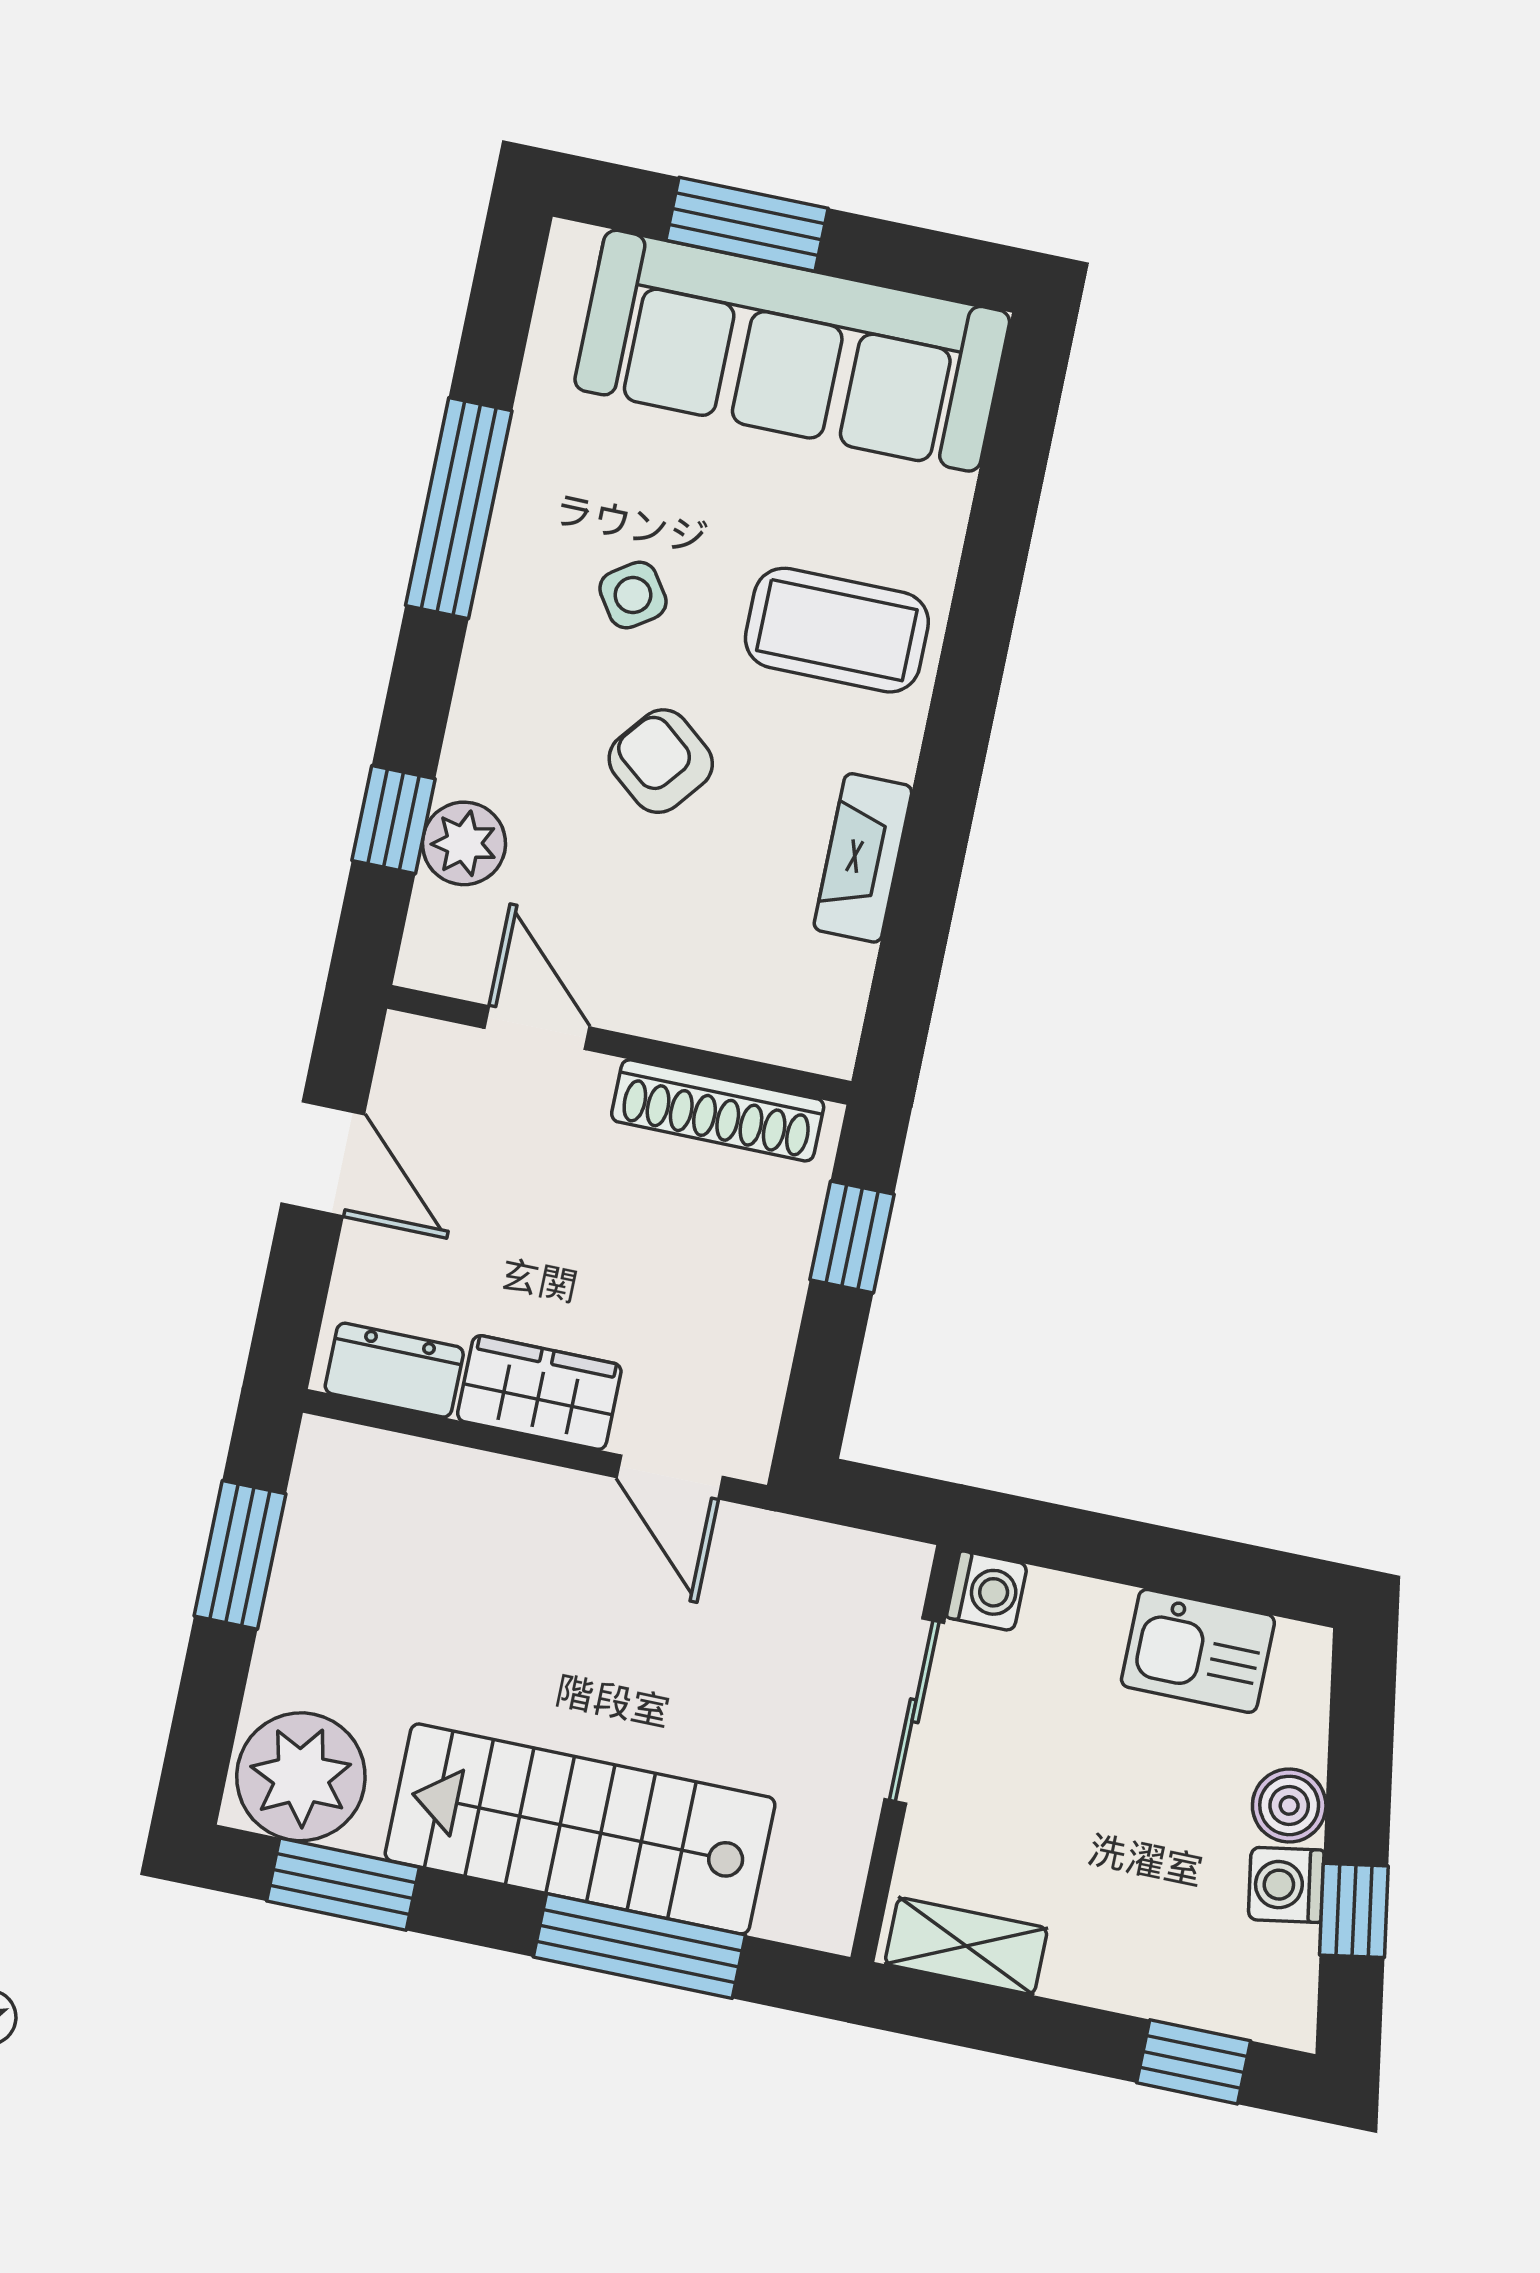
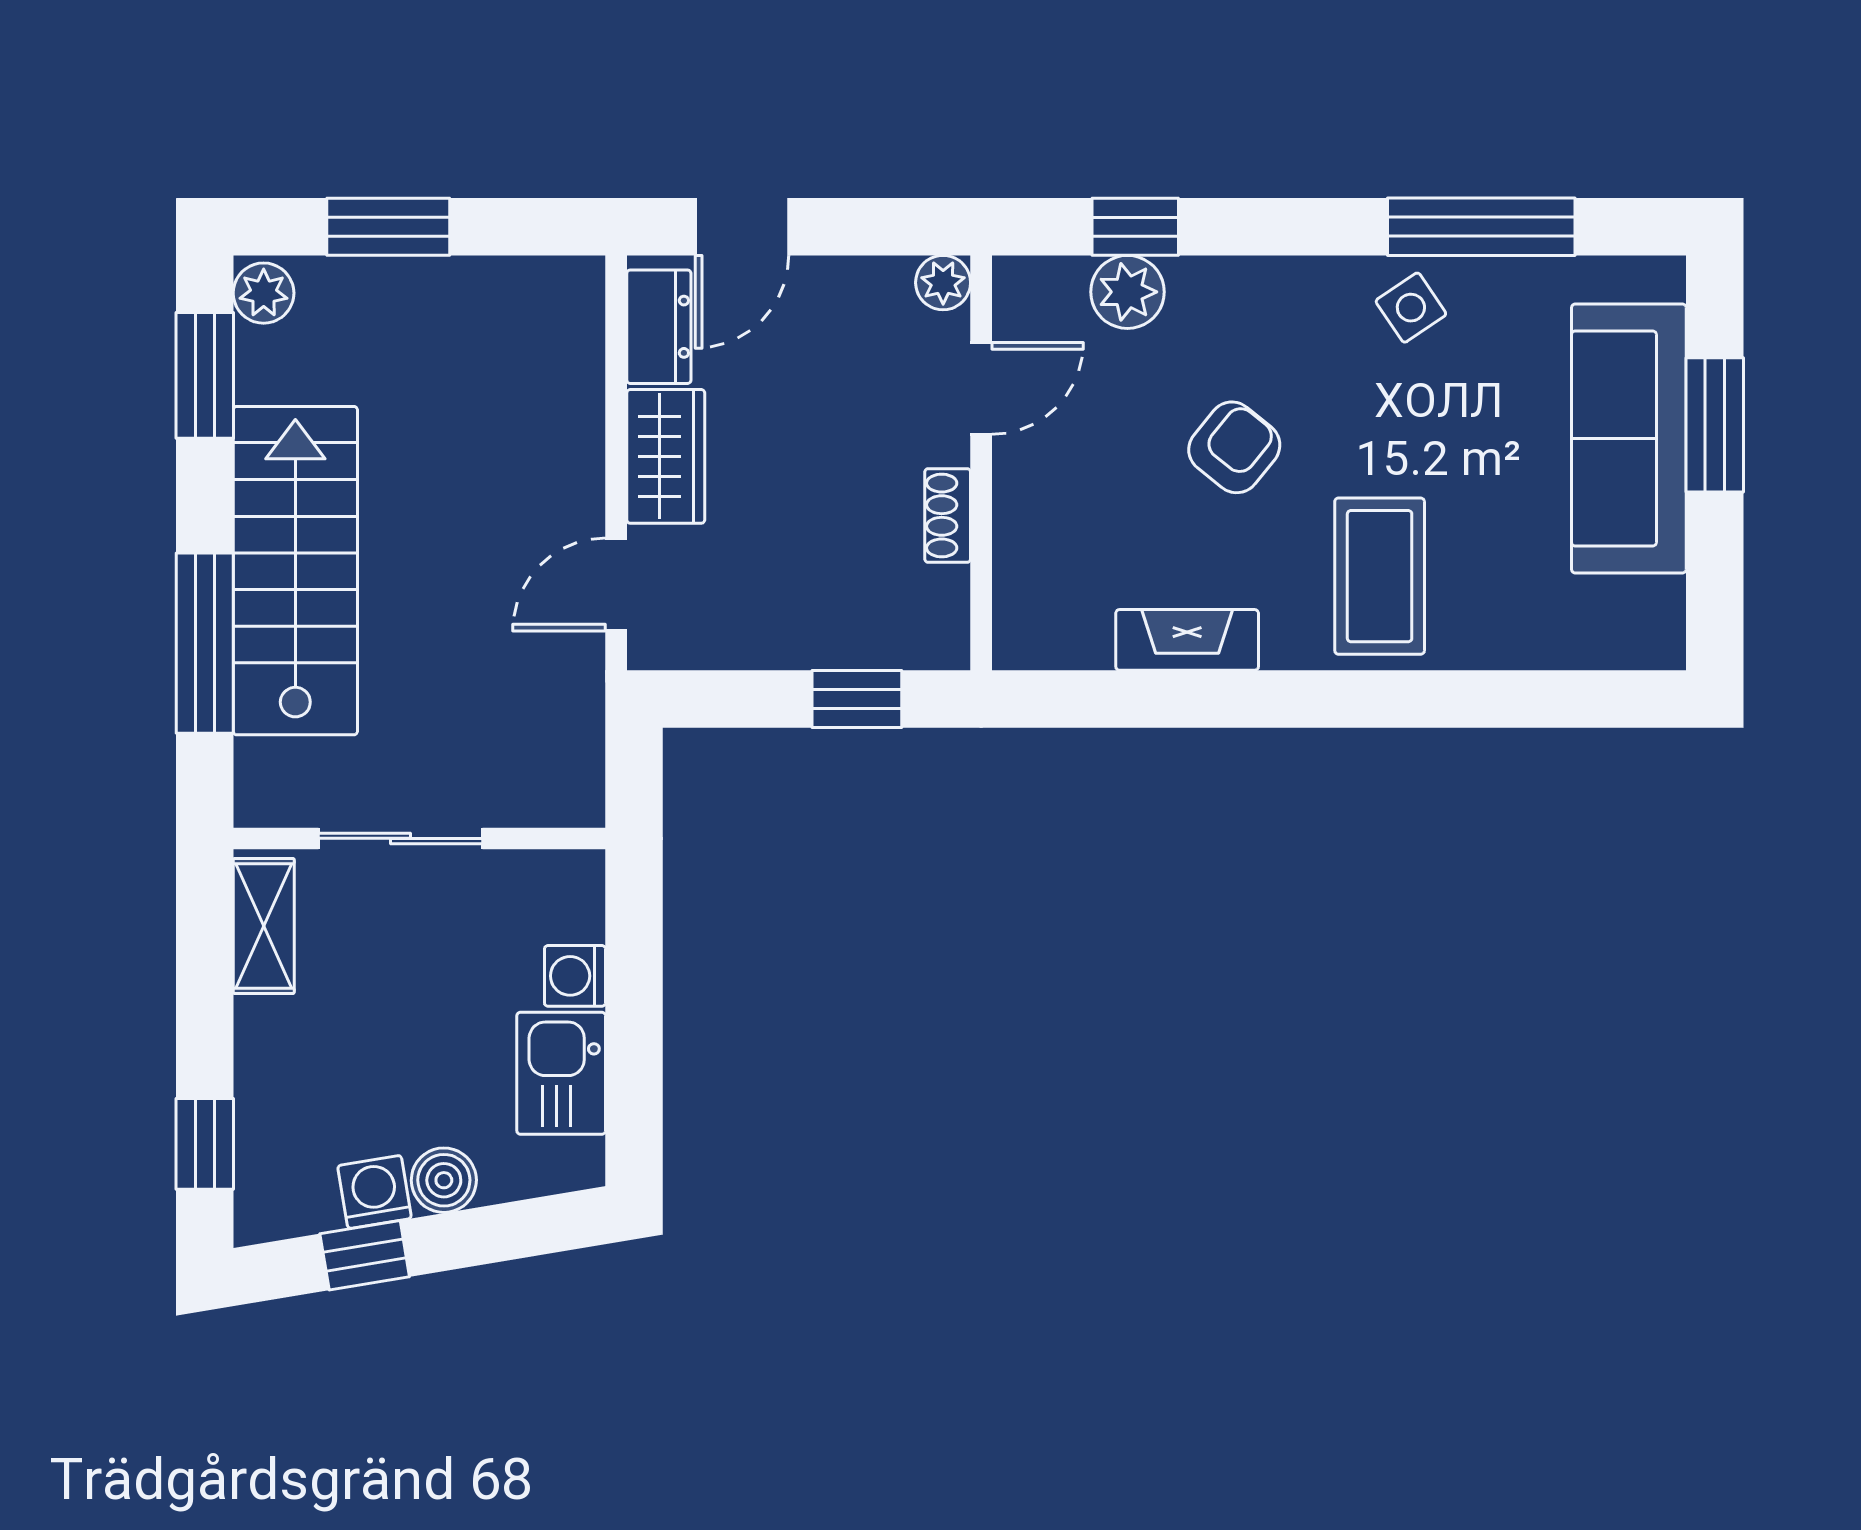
sofa: (792, 351) -> (1629, 438), width x0.74, depth x0.79
window: (459, 508) -> (1481, 227), moved
side table: (633, 595) -> (1411, 308), moved
plant: (411, 1045) -> (943, 283), added
shoe rack: (718, 1110) -> (948, 516), width x0.51, depth x0.81
door: (323, 1159) -> (742, 227), moved
window: (240, 1555) -> (388, 227), moved
washing machine: (987, 1591) -> (575, 976), moved, turned 90
sliding door: (914, 1711) -> (401, 838), moved
plant: (301, 1777) -> (264, 293), width x0.53, depth x0.53

